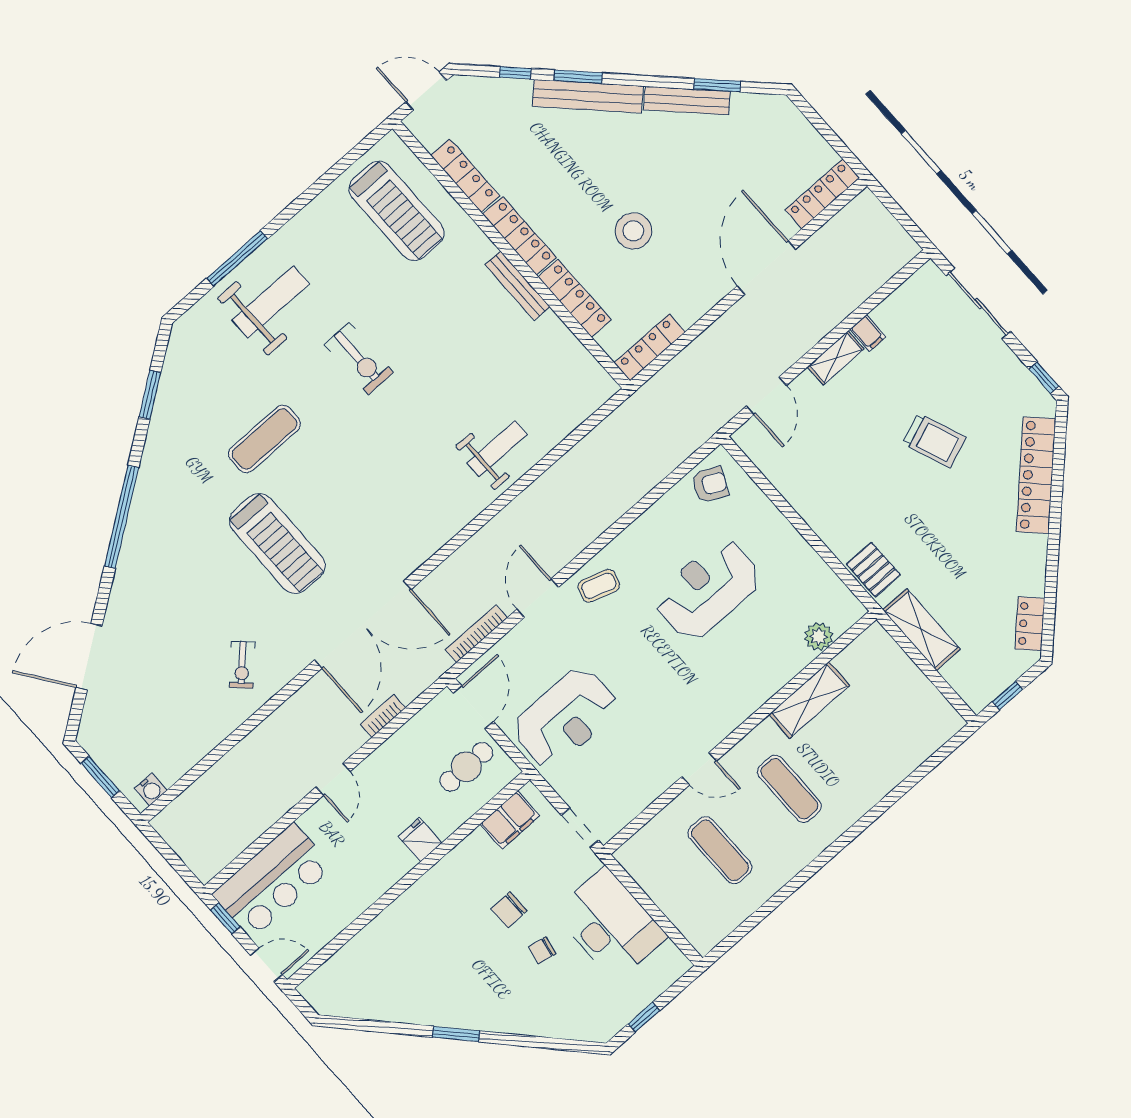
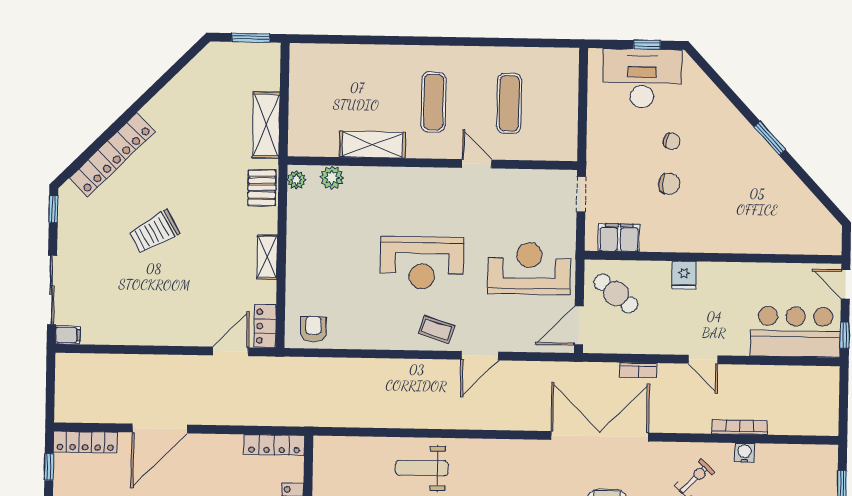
window: (835, 141) -> (49, 467), added
filing cabinet: (868, 333) -> (68, 335), moved, turned 90
shelving: (836, 358) -> (267, 257), moved, turned 90
trolley: (934, 440) -> (154, 232), turned -99
armchair: (710, 484) -> (313, 329), turned 64
reception desk: (708, 589) -> (422, 263), moved
plant: (849, 605) -> (296, 180), added
locker: (1030, 624) -> (265, 326), moved, turned 135
bookcase: (476, 634) -> (740, 427), moved, turned 180
window: (1007, 696) -> (251, 38), width x1.50
cafe table: (466, 767) -> (616, 294), turned 39
door: (333, 779) -> (703, 360), swing flipped
water cooler: (151, 789) -> (745, 453), moved
desk: (610, 924) -> (642, 78), moved, turned 90

